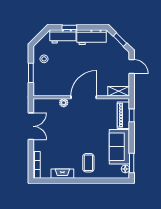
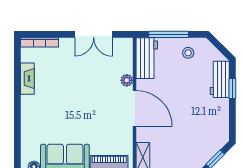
workbench: (92, 37) -> (147, 58), moved, turned 180
window: (31, 73) -> (169, 34), width x1.44
coffee table: (88, 163) -> (43, 115), removed

